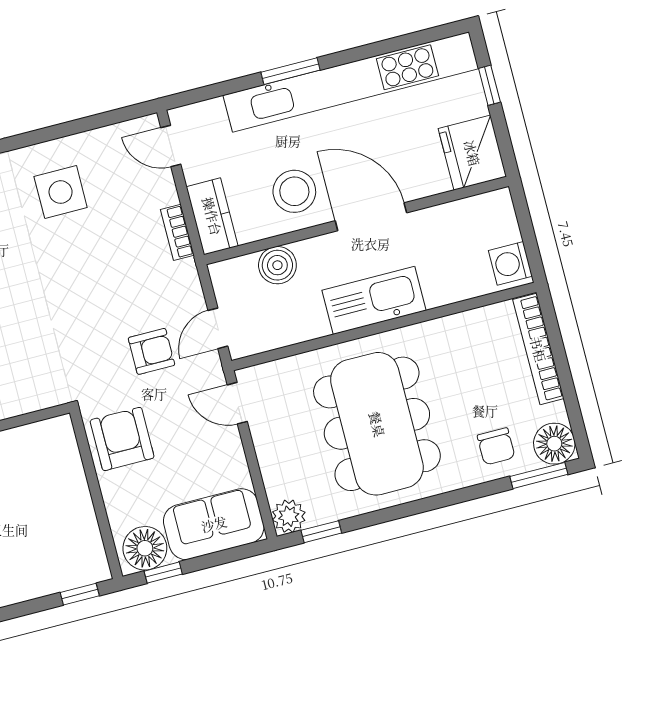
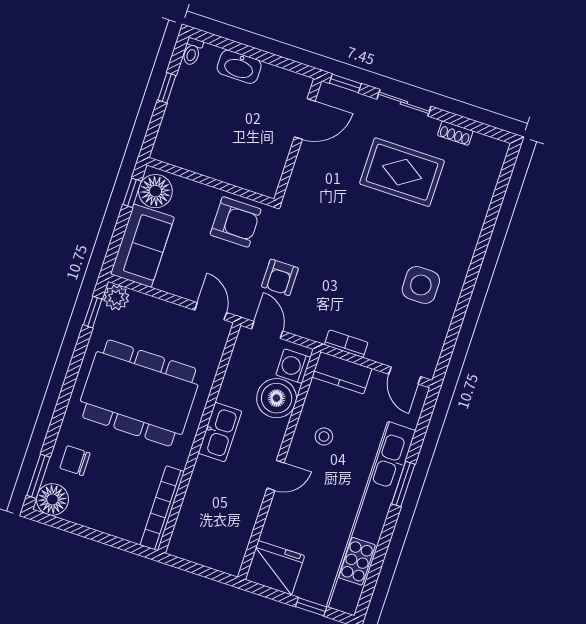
door: (171, 146) -> (405, 375), swing flipped
stool: (294, 191) -> (324, 436), width x0.53, depth x0.53
door: (371, 217) -> (276, 475), width x0.53
washing machine: (510, 263) -> (293, 366), moved, turned -90
boiler: (277, 265) -> (277, 398), width x1.37, depth x1.37
kitchen sink: (374, 300) -> (220, 432), width x0.73, depth x0.81
bookcase: (538, 349) -> (162, 508), moved, turned -90
door: (237, 403) -> (211, 311), hinge flipped
window: (80, 594) -> (167, 88), moved

